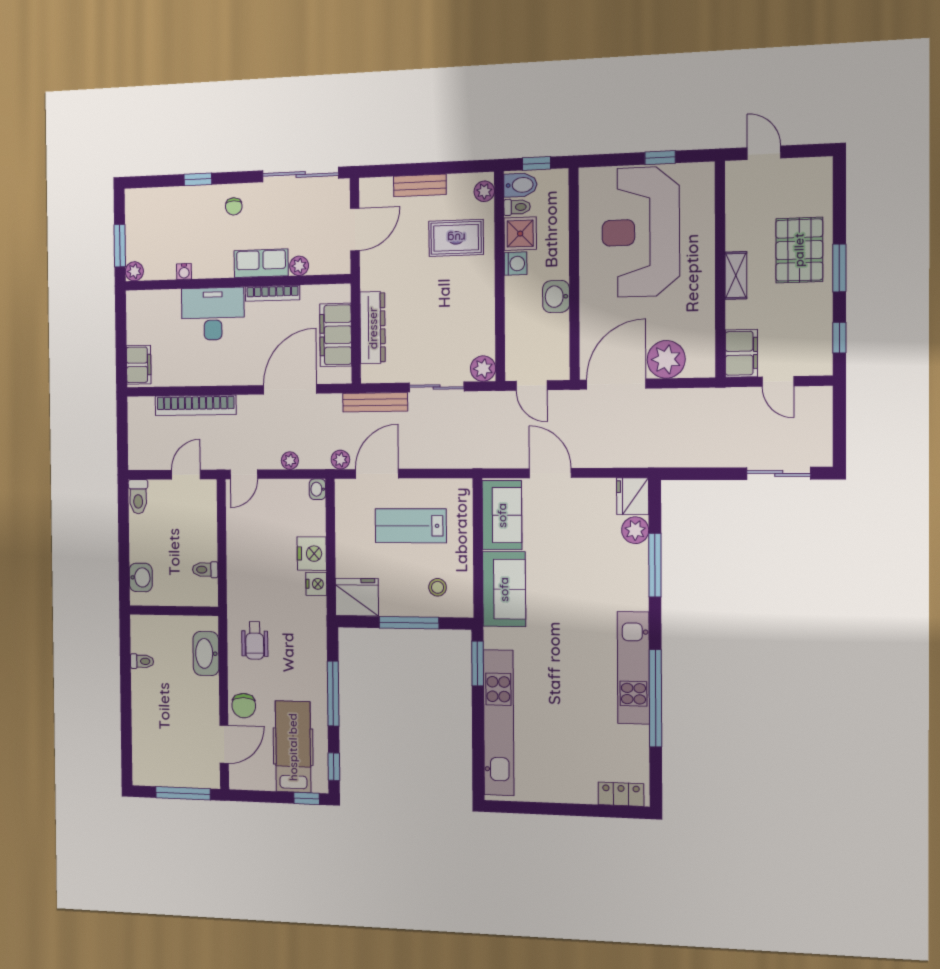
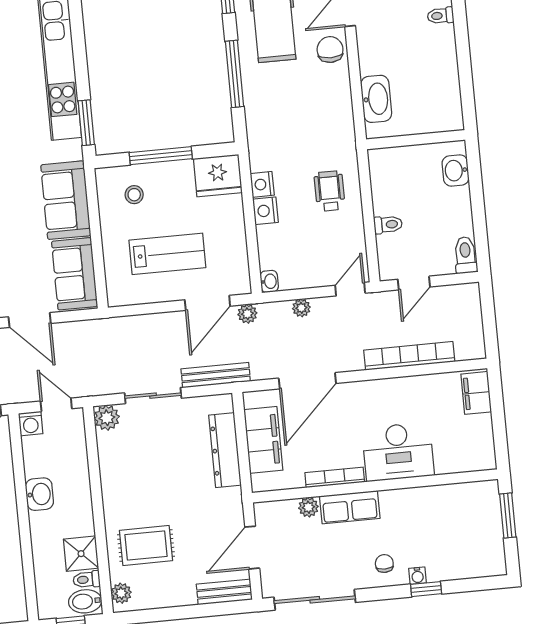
bench: (420, 185) -> (224, 592), moved
washing machine: (516, 264) -> (31, 424), moved, turned -90
plant: (134, 271) -> (489, 490), removed
water cooler: (184, 272) -> (417, 576), moved, turned 180
nightstand: (312, 554) -> (265, 211), width x0.74, depth x0.75
toilet: (205, 570) -> (388, 225), moved
wheelchair: (255, 641) -> (330, 191), moved
toilet: (142, 661) -> (441, 16), moved

